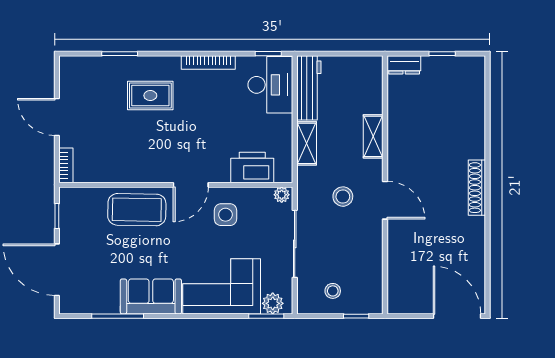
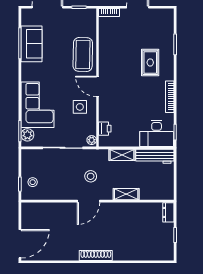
printer: (252, 167) -> (105, 129), width x0.53, depth x0.68
stool: (333, 291) -> (33, 182), moved
sofa: (151, 296) -> (32, 44), moved

